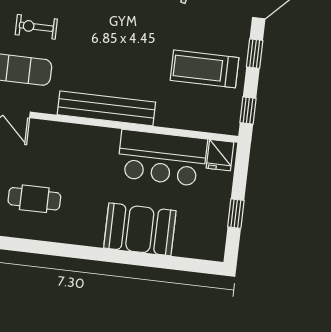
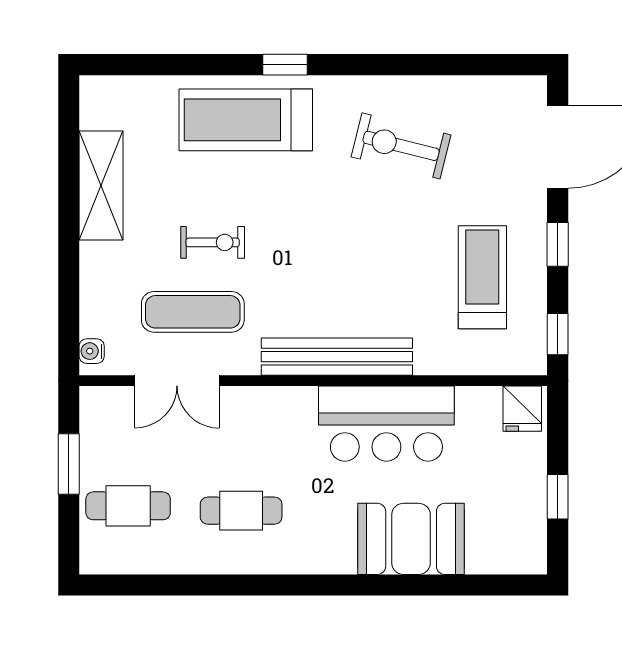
exercise bike: (36, 27) -> (213, 242), turned 180
treadmill: (204, 69) -> (482, 277), turned 90
bar counter: (162, 158) -> (386, 424), moved

